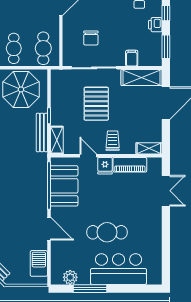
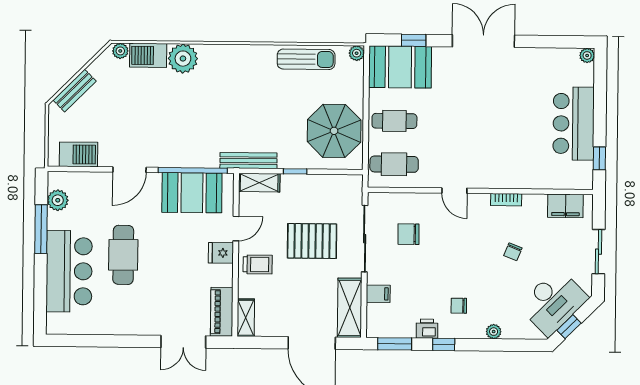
bench: (42, 132) -> (248, 161), moved
piano: (130, 165) -> (222, 312), moved

